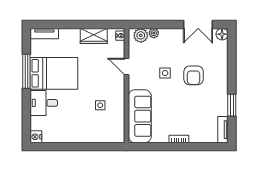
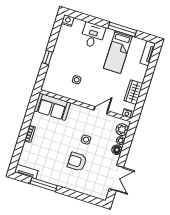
double door: (198, 24) -> (116, 178), swing flipped
floor lamp: (222, 34) -> (117, 150), moved
bed: (54, 73) -> (118, 52), width x0.67
window: (232, 105) -> (44, 185), width x1.44
sofa: (140, 116) -> (52, 107), width x0.73
window: (85, 147) -> (47, 57), added

